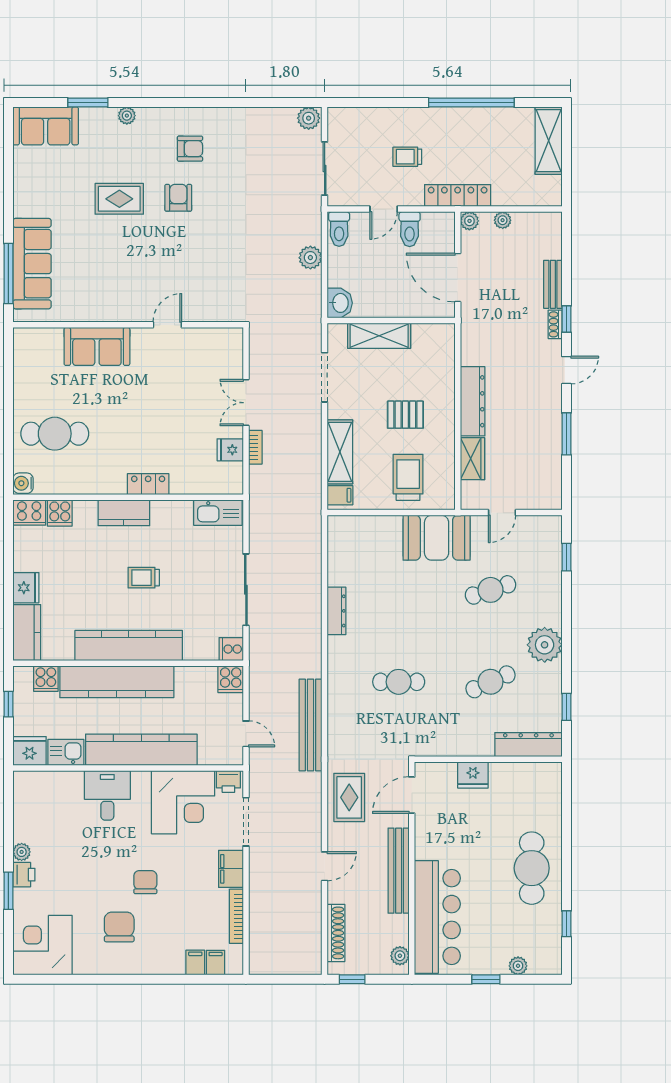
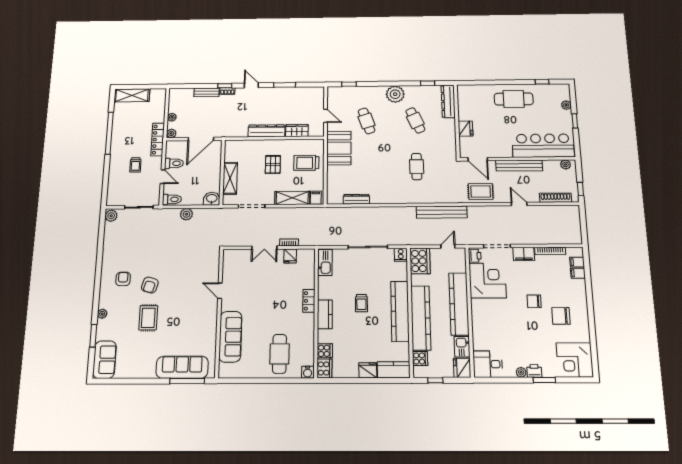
armchair: (178, 198) -> (150, 285), turned -74
sofa: (97, 346) -> (230, 337), width x1.36
dresser: (336, 611) -> (356, 199), moved
cooker: (231, 679) -> (420, 261), width x1.87, depth x1.31
desk: (107, 795) -> (488, 364), moved

